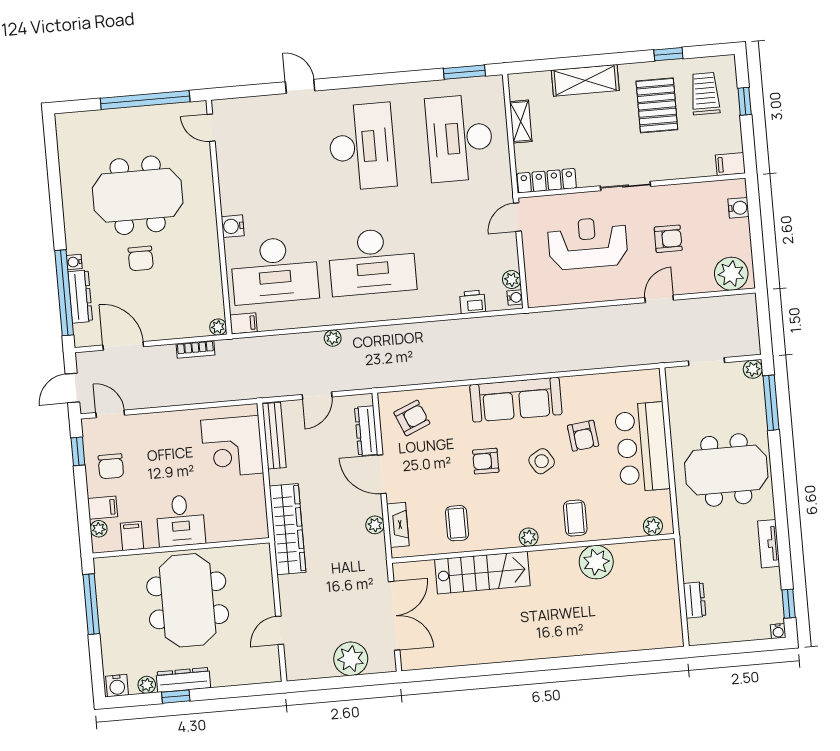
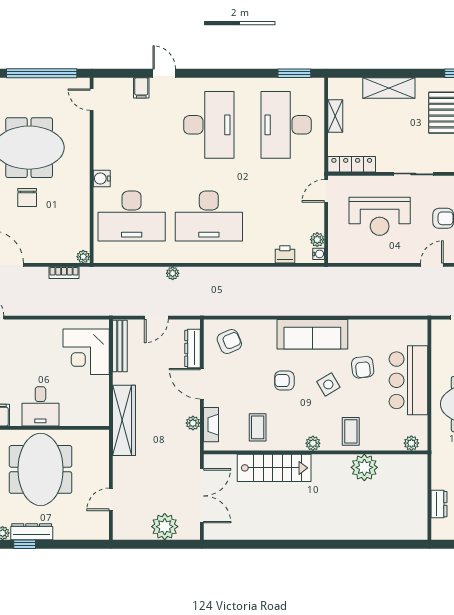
reception desk: (588, 243) -> (380, 216), turned 180
filing cabinet: (243, 323) -> (141, 88), moved, turned 90

